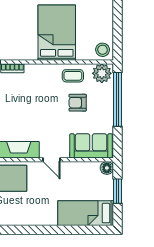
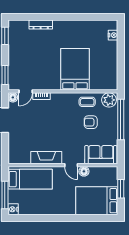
stool: (103, 50) -> (110, 82), removed
floor lamp: (107, 168) -> (84, 171), moved
bed: (86, 213) -> (97, 201), width x1.50

